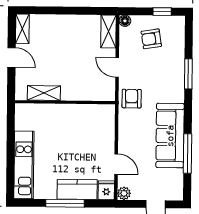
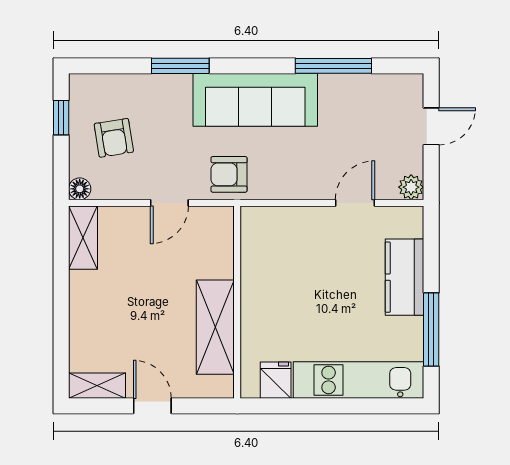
shelving: (108, 31) -> (83, 238), moved, turned 90
door: (12, 57) -> (152, 406), hinge flipped
shelving: (44, 93) -> (215, 327), width x1.50, depth x1.33
sofa: (170, 136) -> (255, 100), moved
fridge: (106, 190) -> (276, 380), moved, turned 90
window: (65, 203) -> (431, 329), moved

